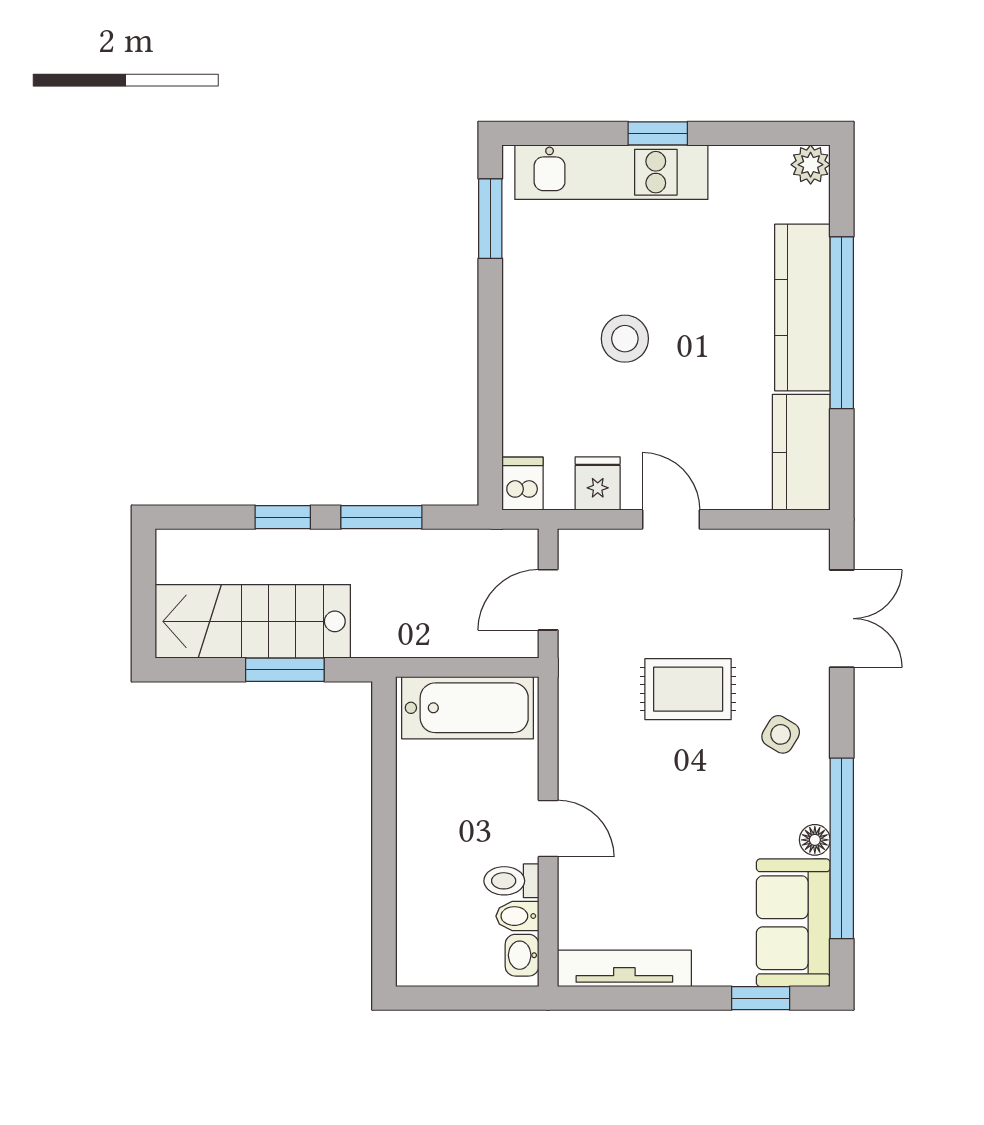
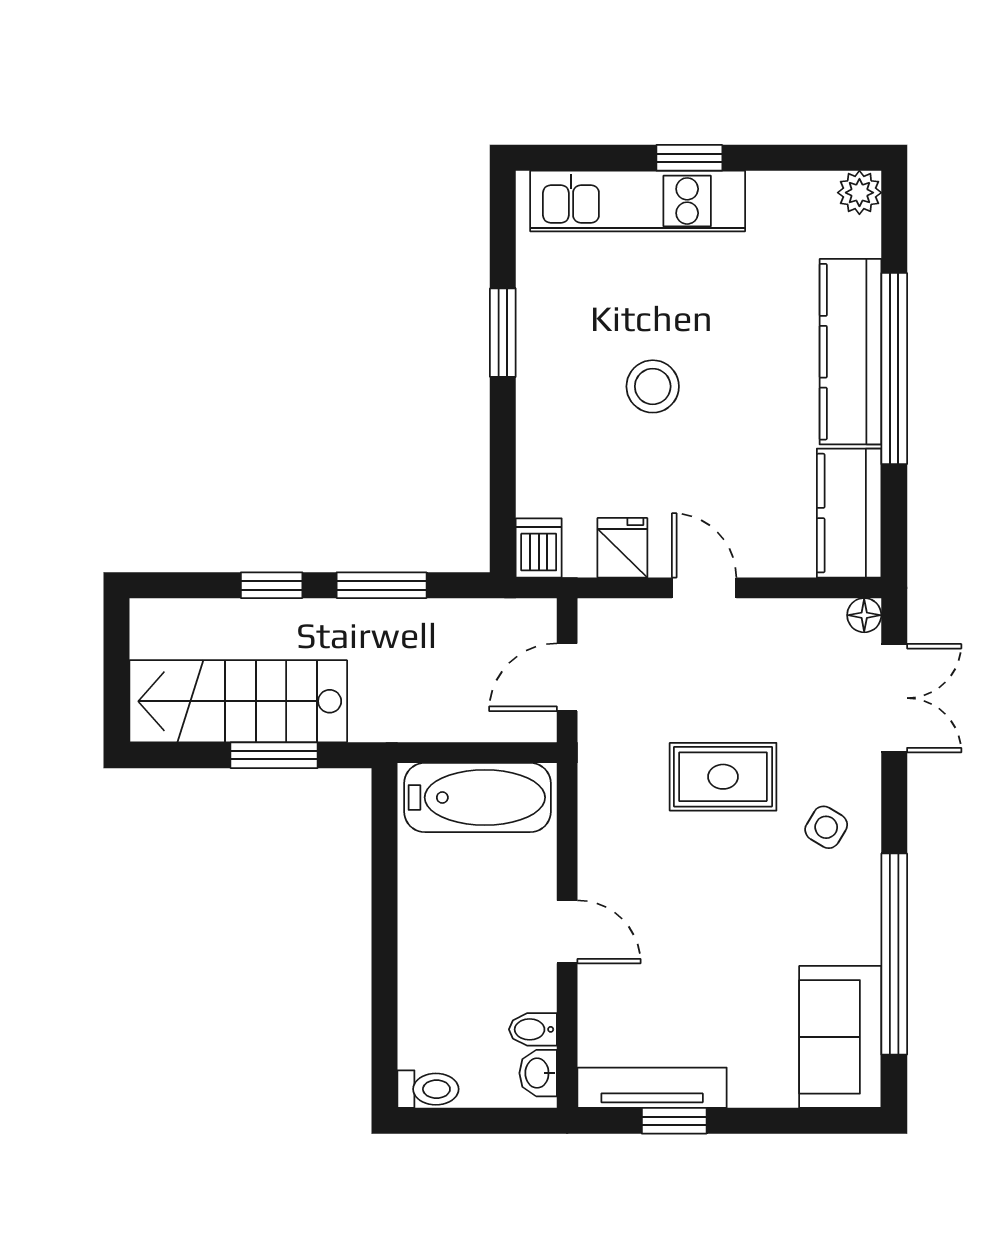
window: (490, 219) -> (503, 333), moved
floor lamp: (815, 840) -> (864, 615), moved
toilet: (511, 881) -> (428, 1089), moved, turned 180
window: (761, 998) -> (674, 1121), moved

